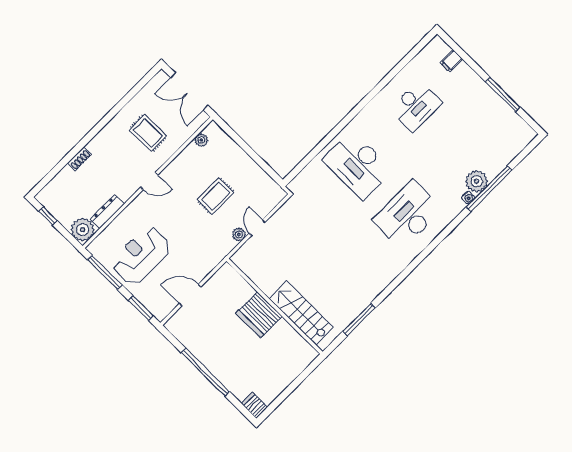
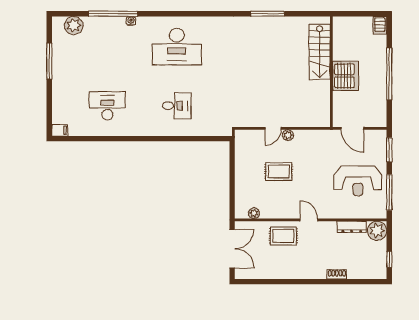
filing cabinet: (451, 61) -> (60, 130), moved
rug: (148, 133) -> (284, 236), moved, turned 90
desk: (357, 165) -> (177, 106), width x0.53, depth x0.77
plant: (477, 181) -> (74, 25), moved
wall: (275, 306) -> (331, 72), moved
stairs: (301, 313) -> (320, 52), moved
server rack: (259, 315) -> (345, 76), moved

